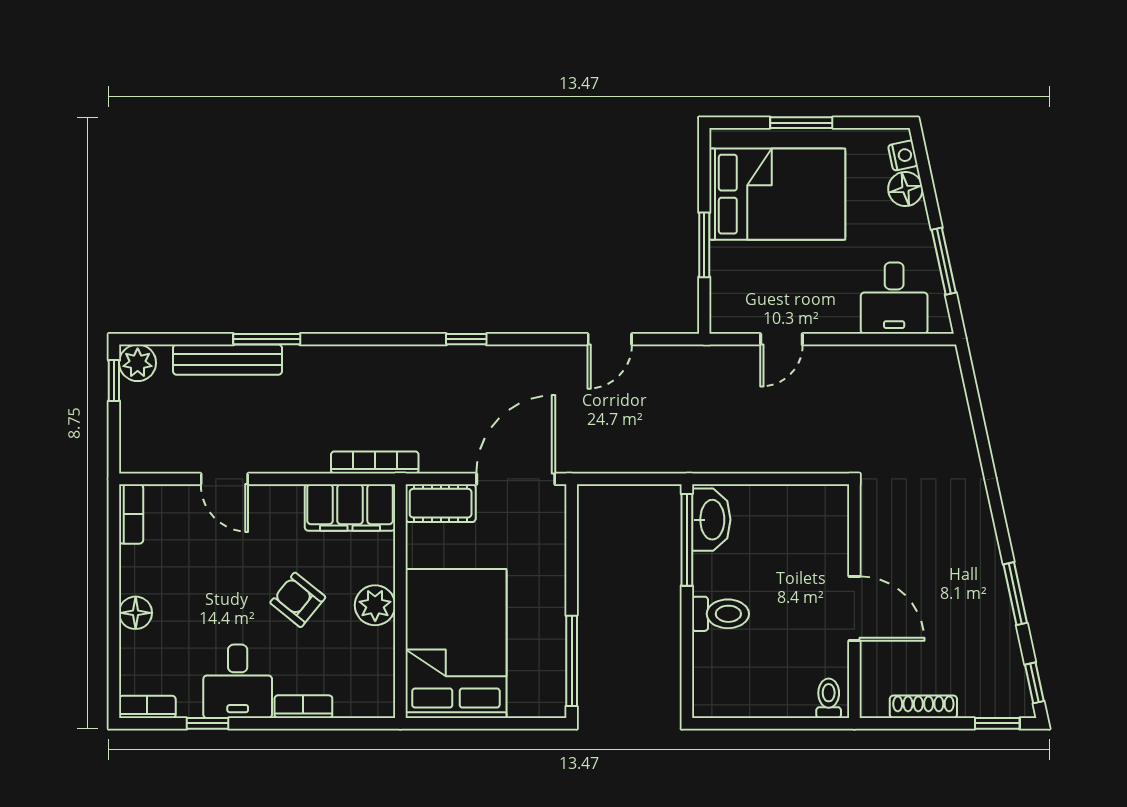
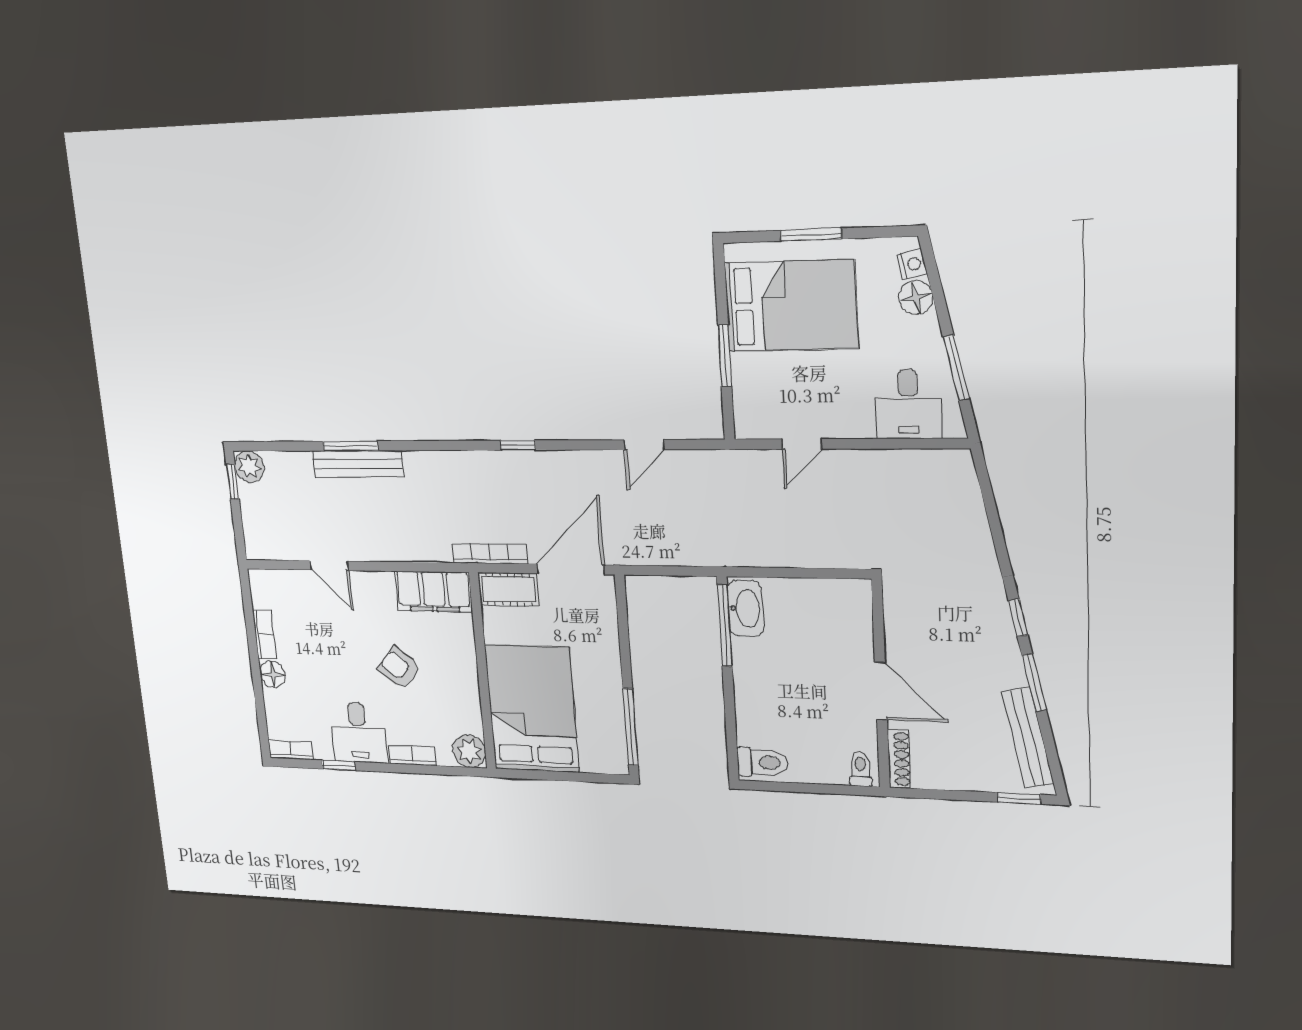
bench: (228, 360) -> (358, 464), moved
bookcase: (375, 462) -> (490, 554), moved
bookcase: (131, 514) -> (264, 634), moved
plant: (375, 605) -> (469, 751), moved
toilet: (720, 614) -> (763, 762), moved
bench: (1007, 655) -> (1028, 738), added
window: (1034, 683) -> (1018, 618), moved
shoe rack: (923, 707) -> (899, 759), moved, turned 90

